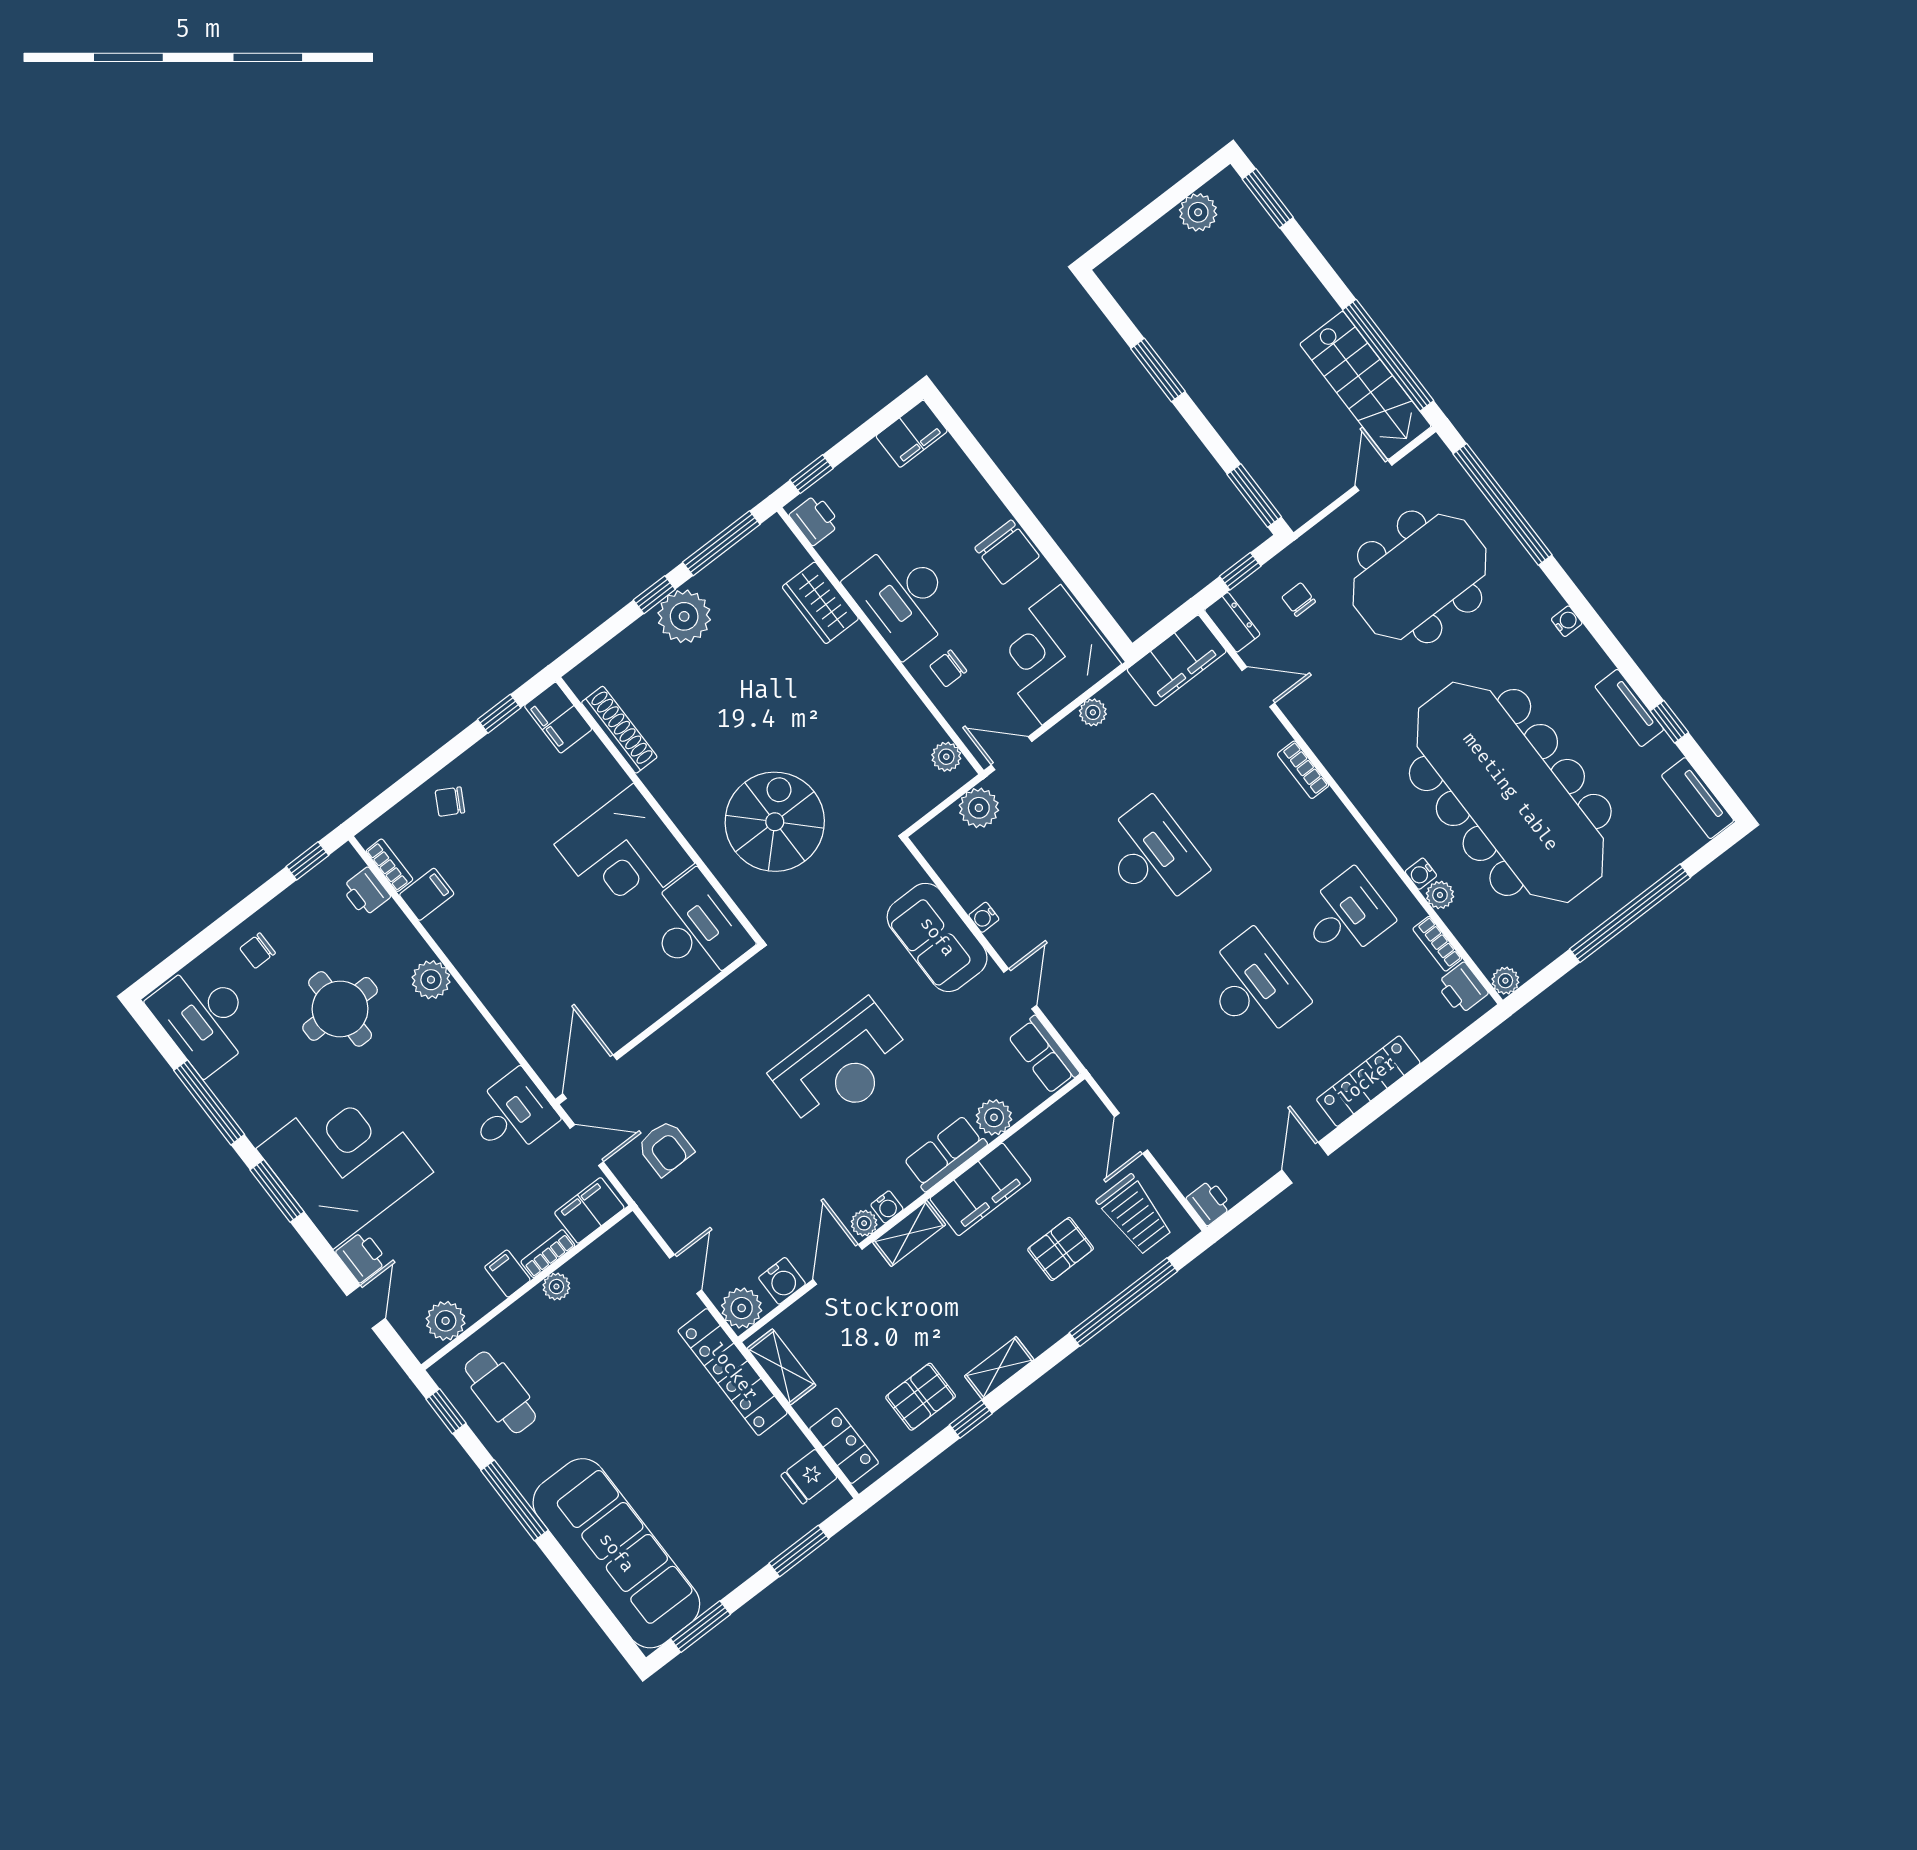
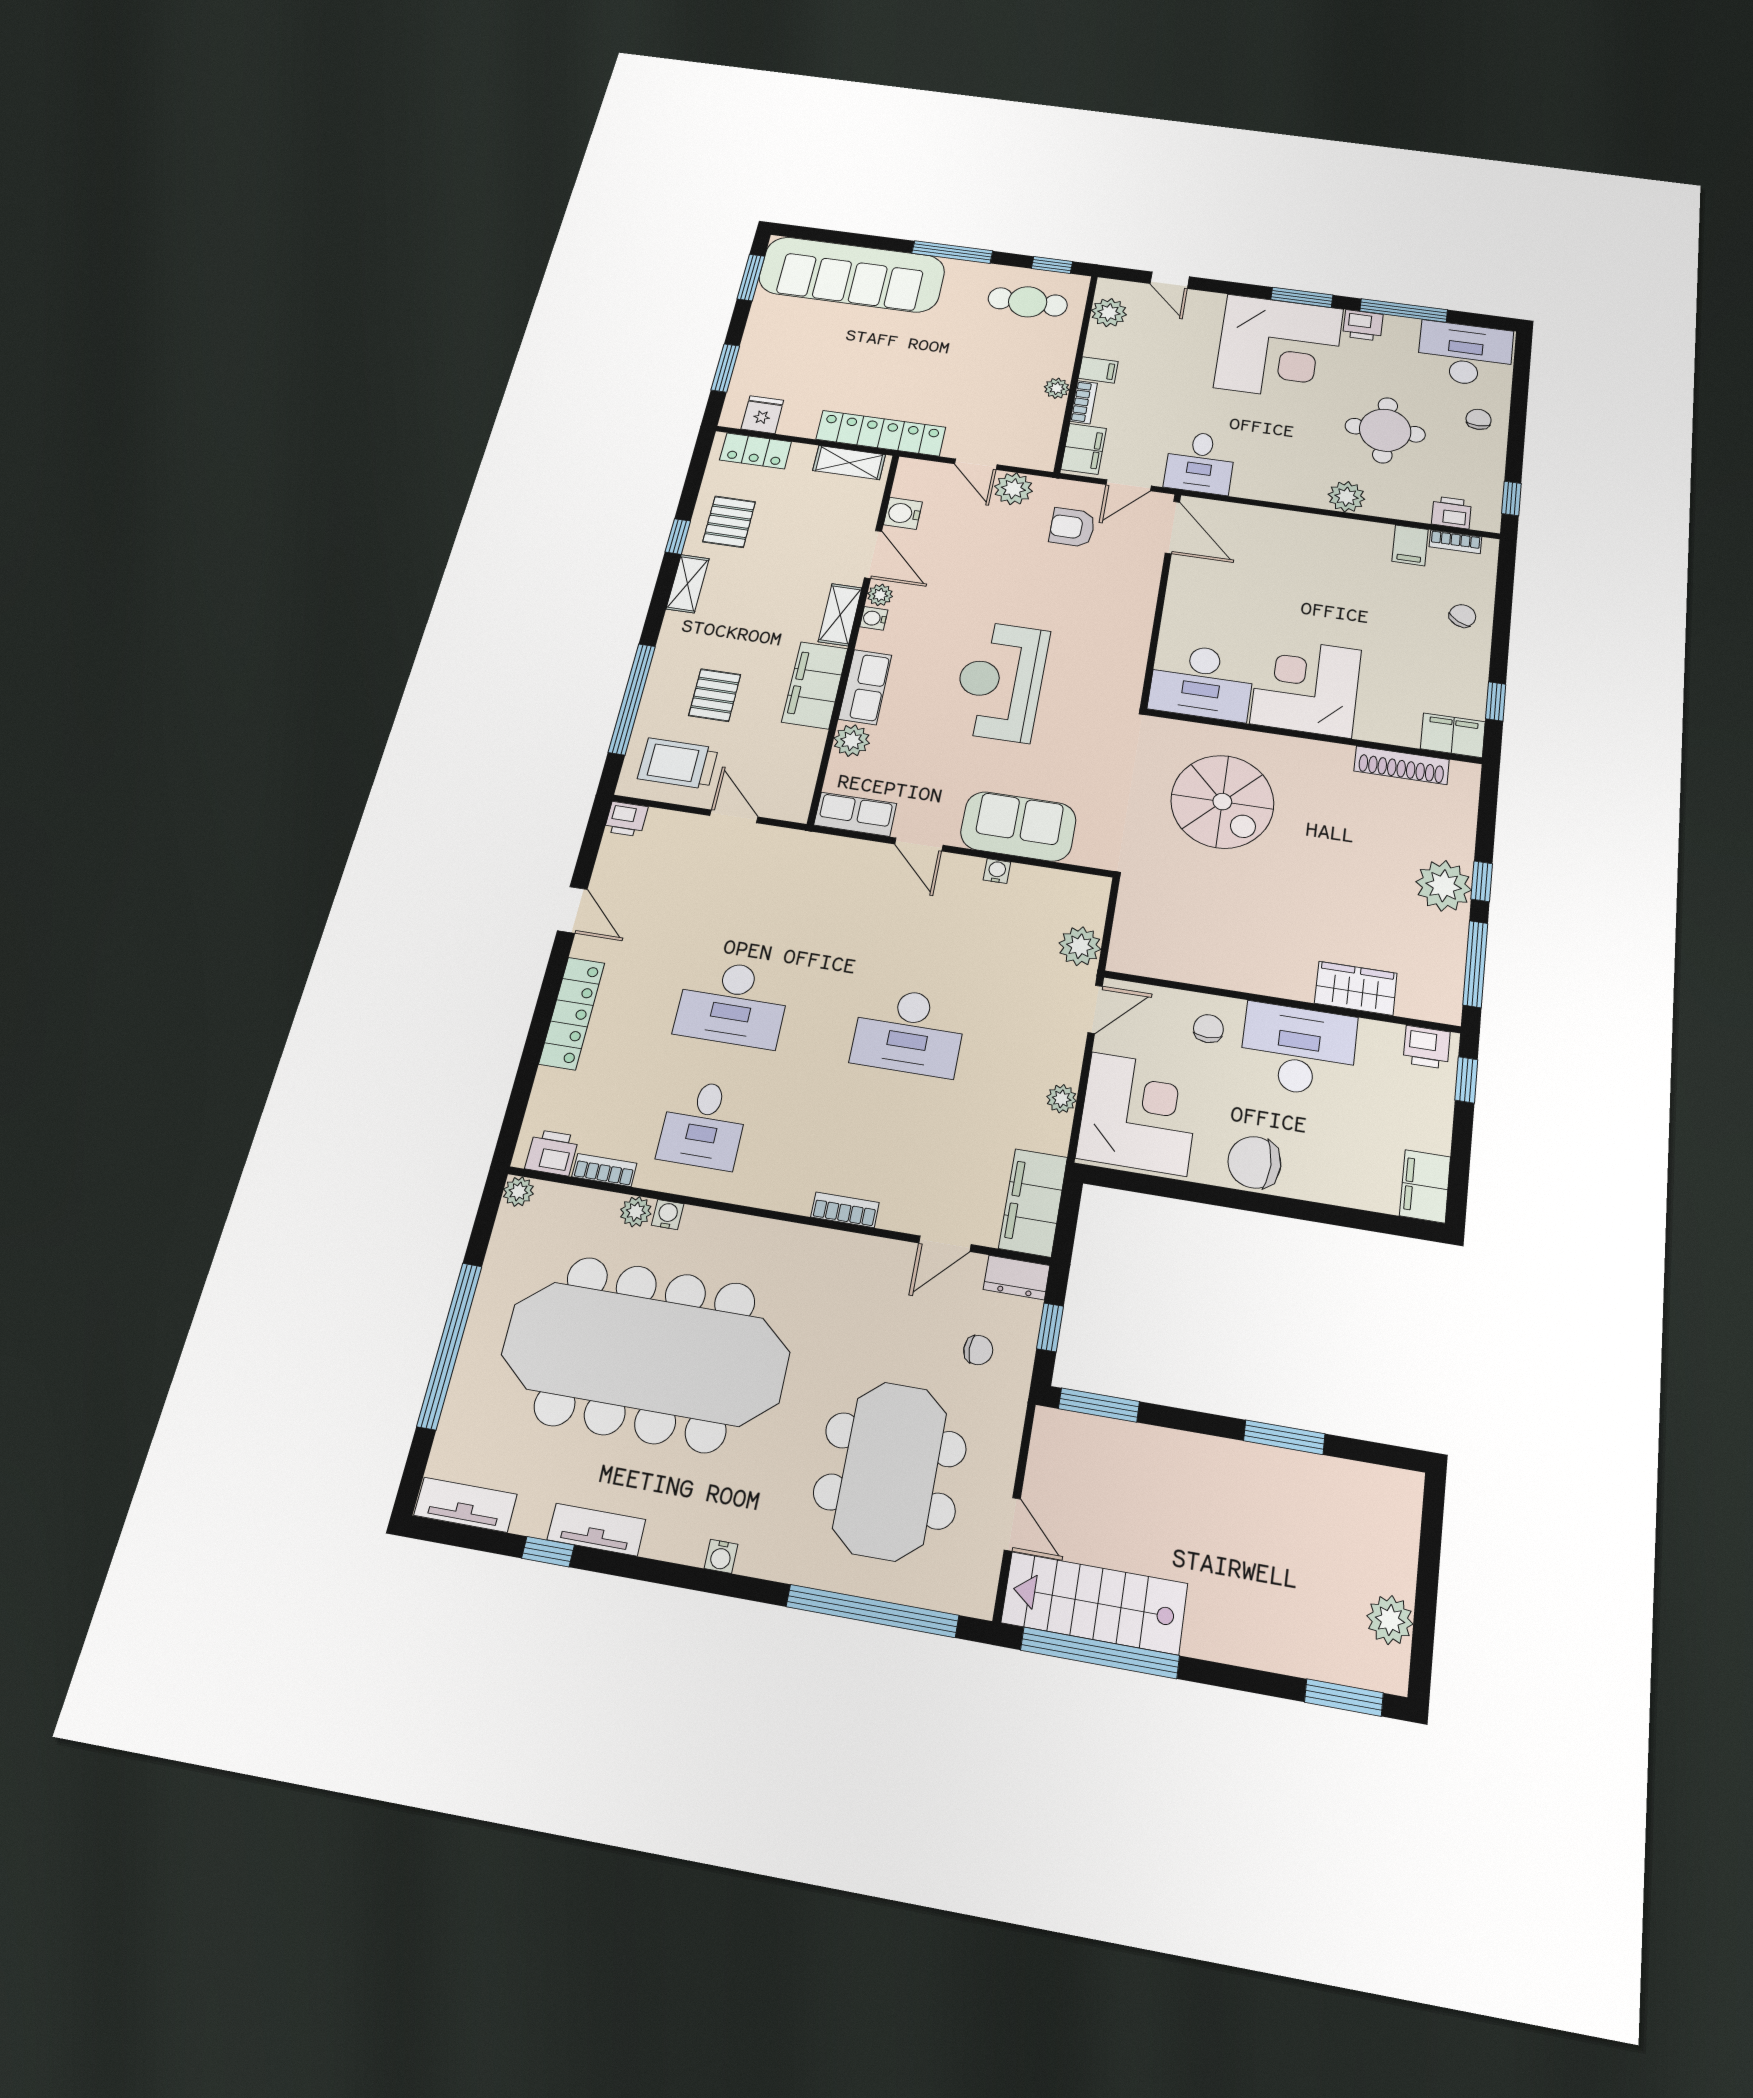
plant: (946, 757) -> (1143, 961), removed
printer: (362, 1257) -> (1363, 325), moved
plant: (742, 1308) -> (1013, 489), moved

